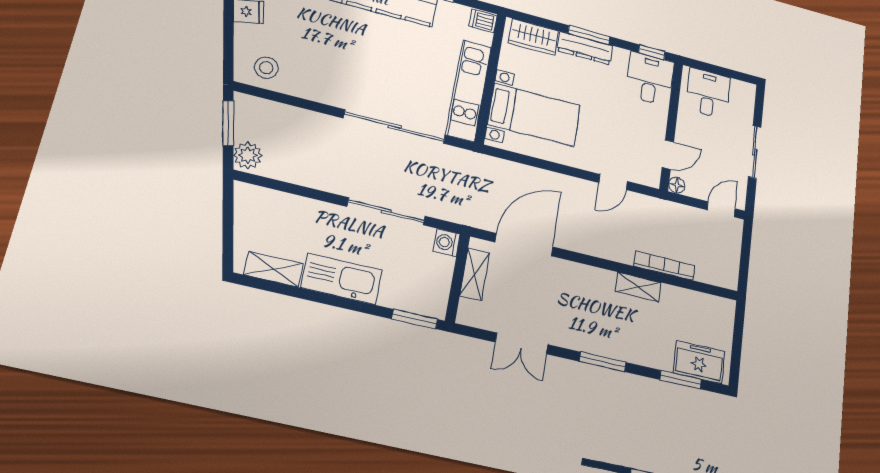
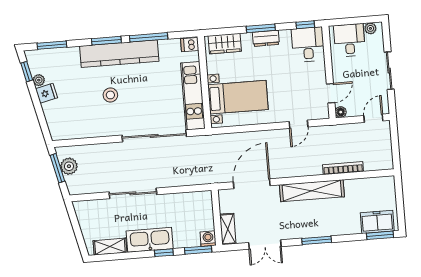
dresser: (585, 48) -> (266, 38), width x0.70
stool: (266, 68) -> (110, 95), moved
plant: (739, 88) -> (370, 28), added
plant: (248, 155) -> (69, 166), moved
sliding door: (386, 211) -> (133, 193), moved
washing machine: (447, 243) -> (208, 239), moved, turned 90
shelving: (475, 274) -> (228, 229), moved
shelving: (638, 287) -> (312, 191), width x2.20, depth x1.33
window: (358, 306) -> (164, 253), added
window: (681, 380) -> (380, 235), moved

